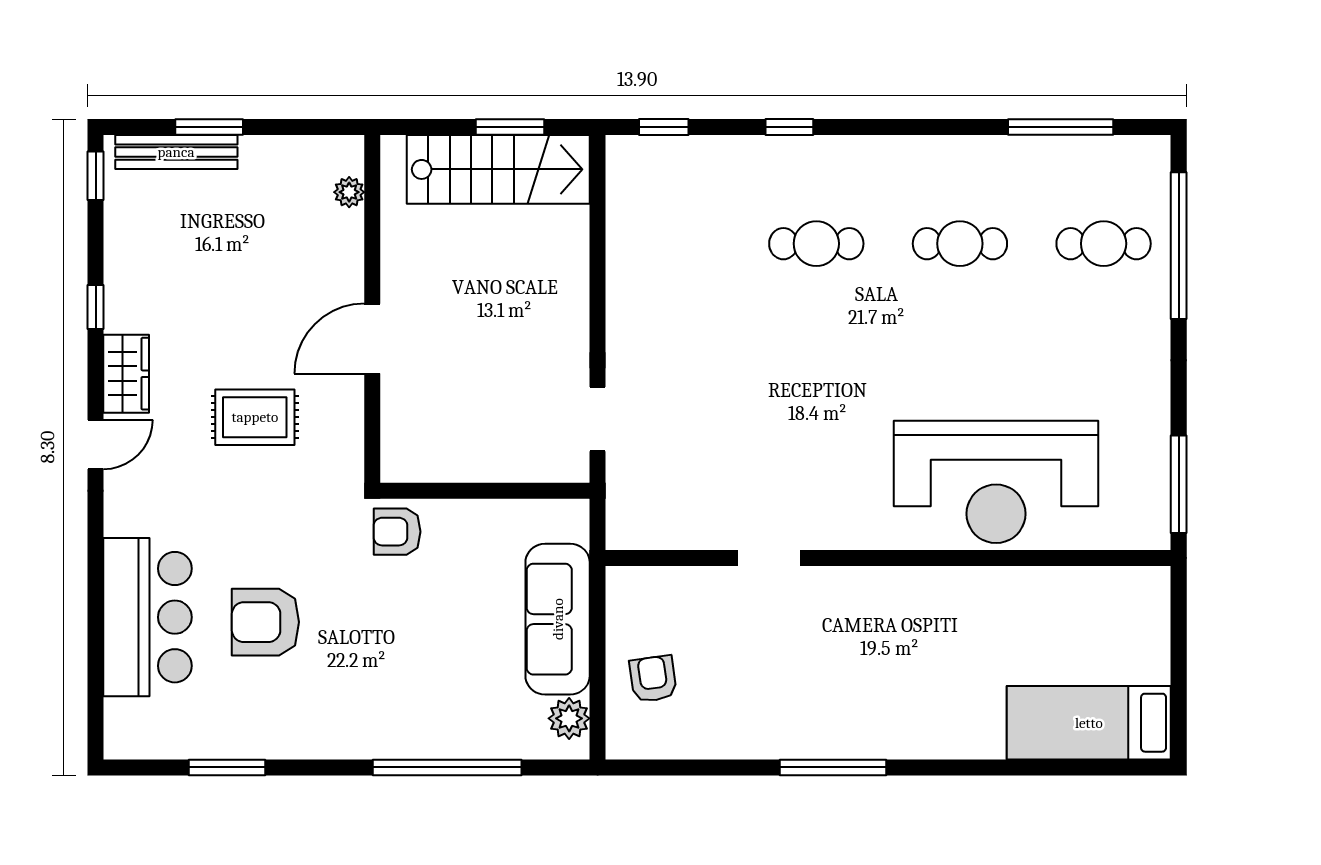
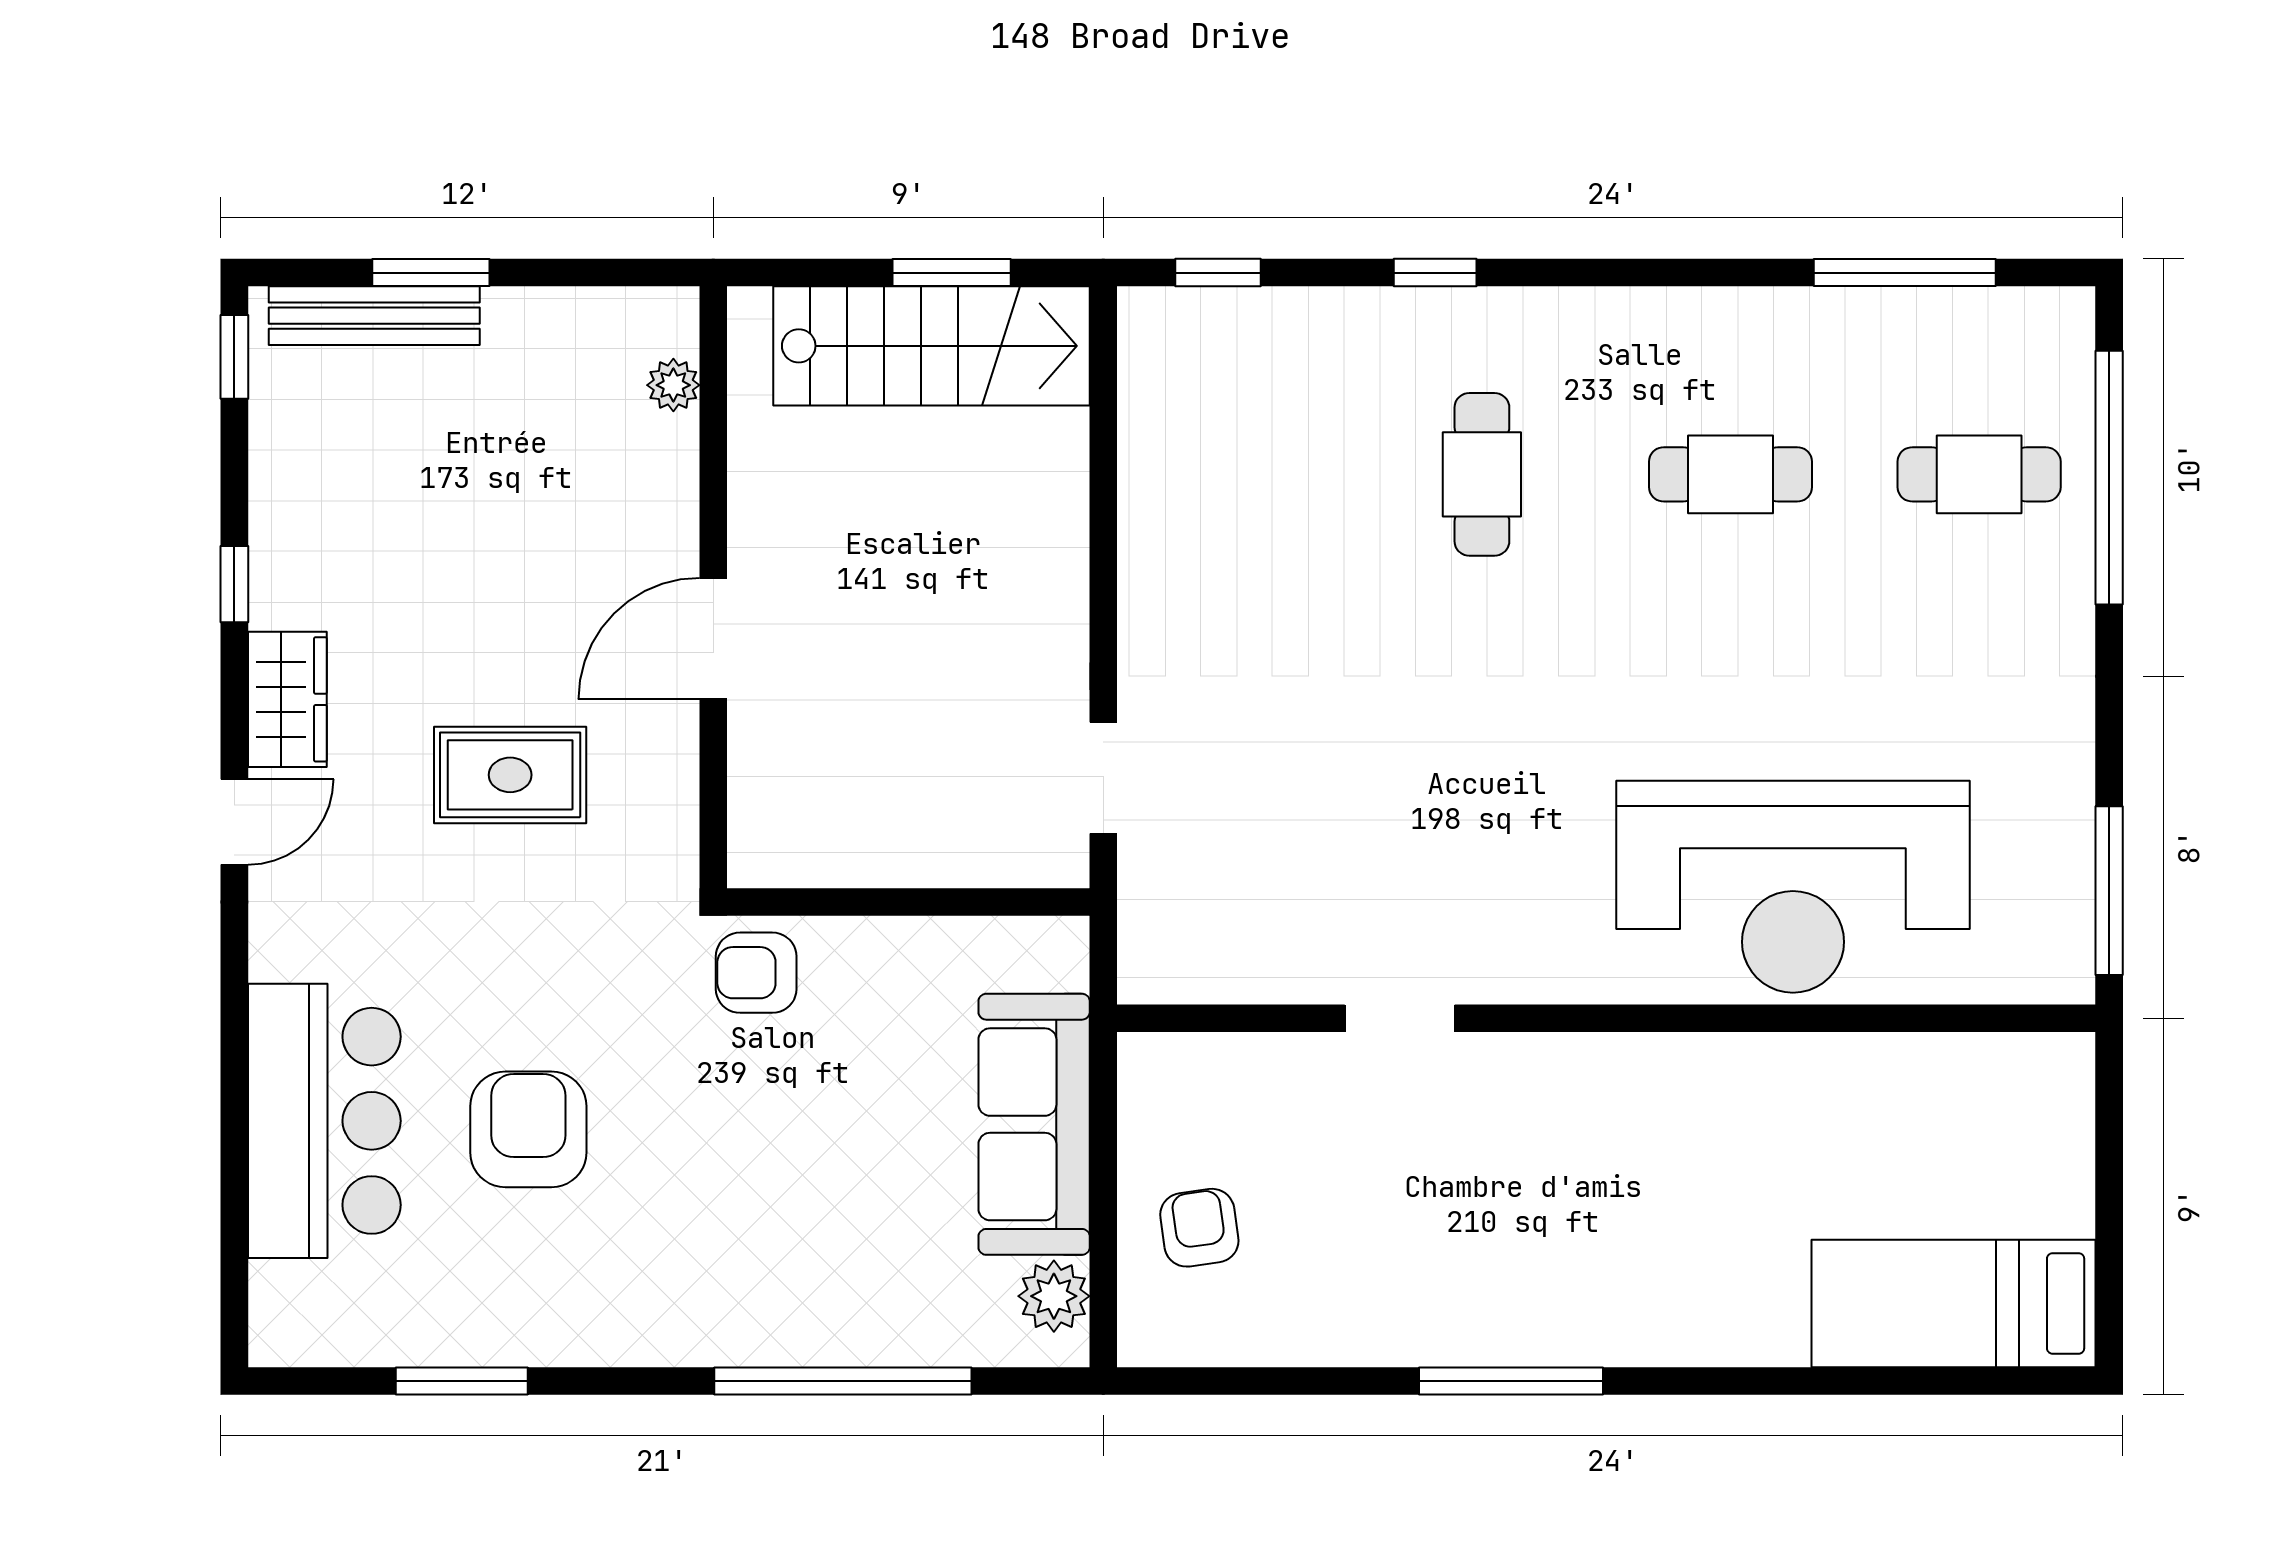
cafe table: (816, 244) -> (1482, 474), turned 90
armchair: (265, 622) -> (528, 1129), turned 90

